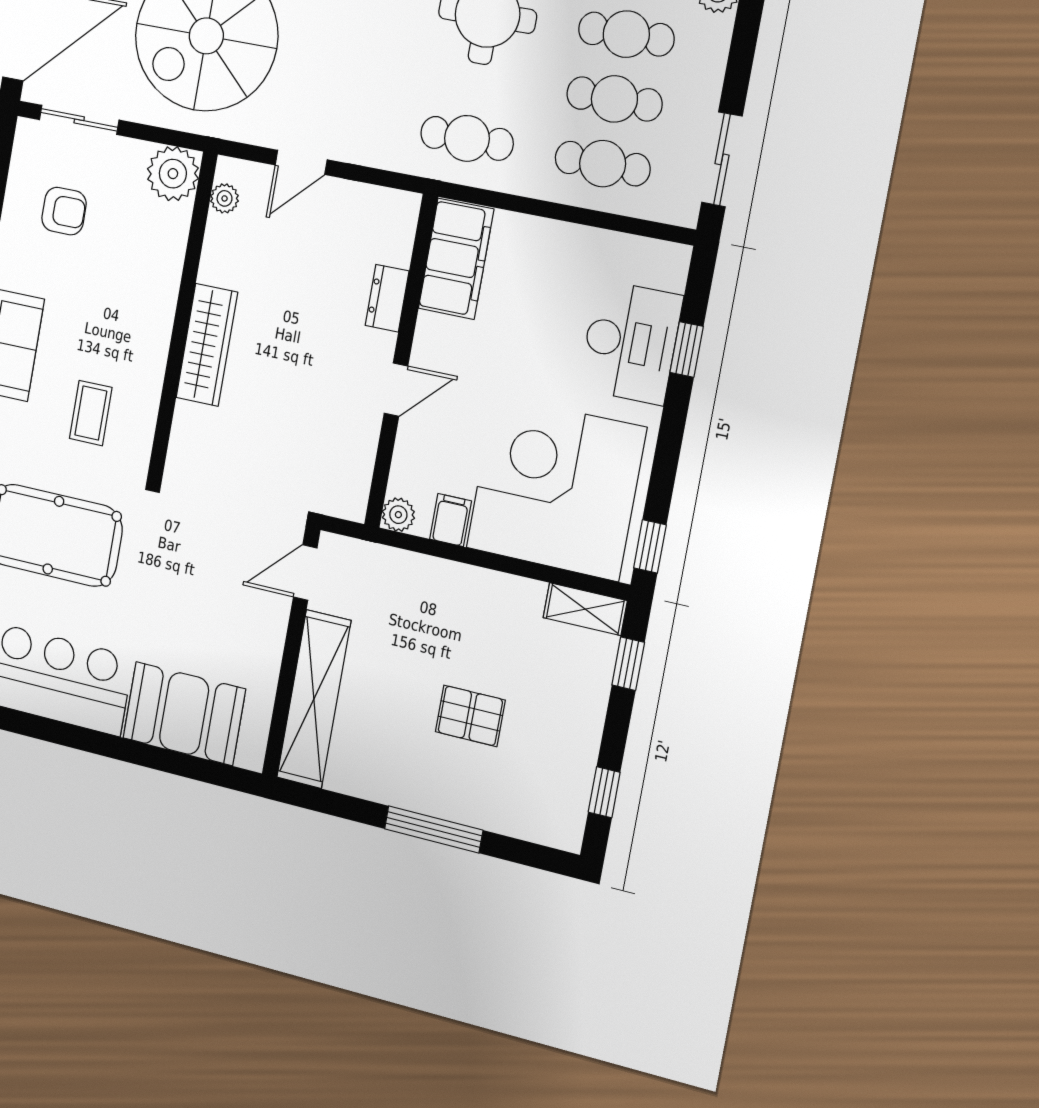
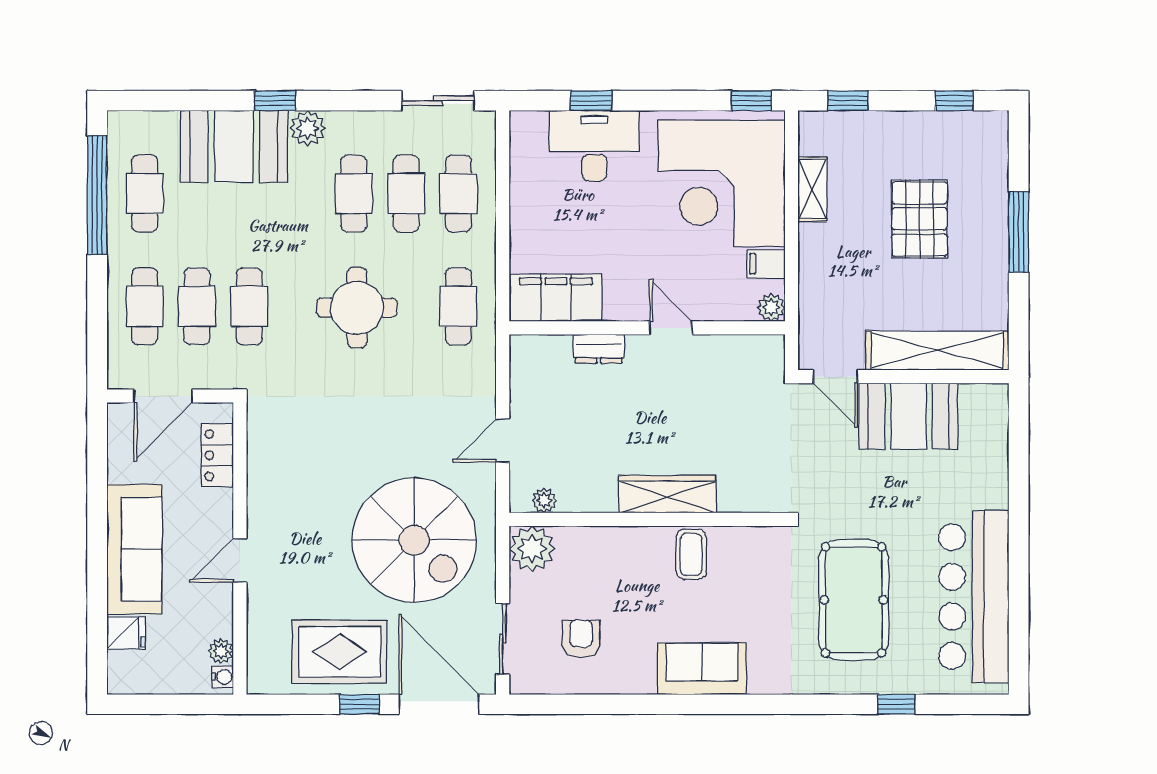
door: (301, 162) -> (503, 441), swing flipped
coffee table: (91, 413) -> (691, 554), moved, turned 90
shelving: (585, 609) -> (812, 189), moved
booth: (184, 714) -> (909, 416), moved, turned 90
pallet: (470, 716) -> (920, 219), width x1.50, depth x1.42

